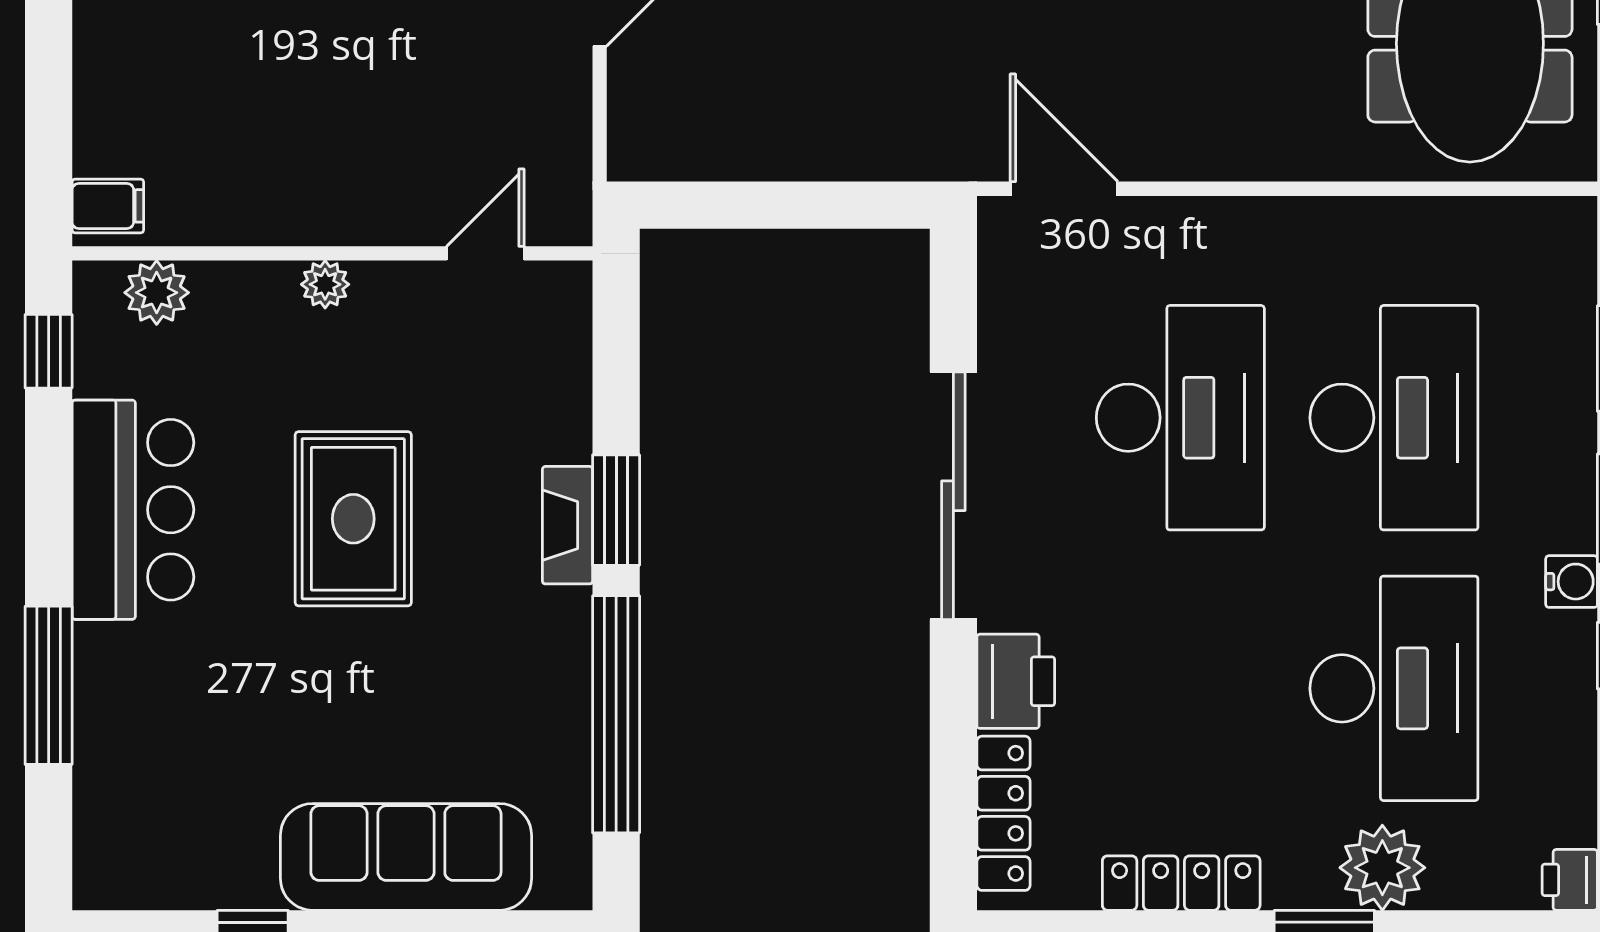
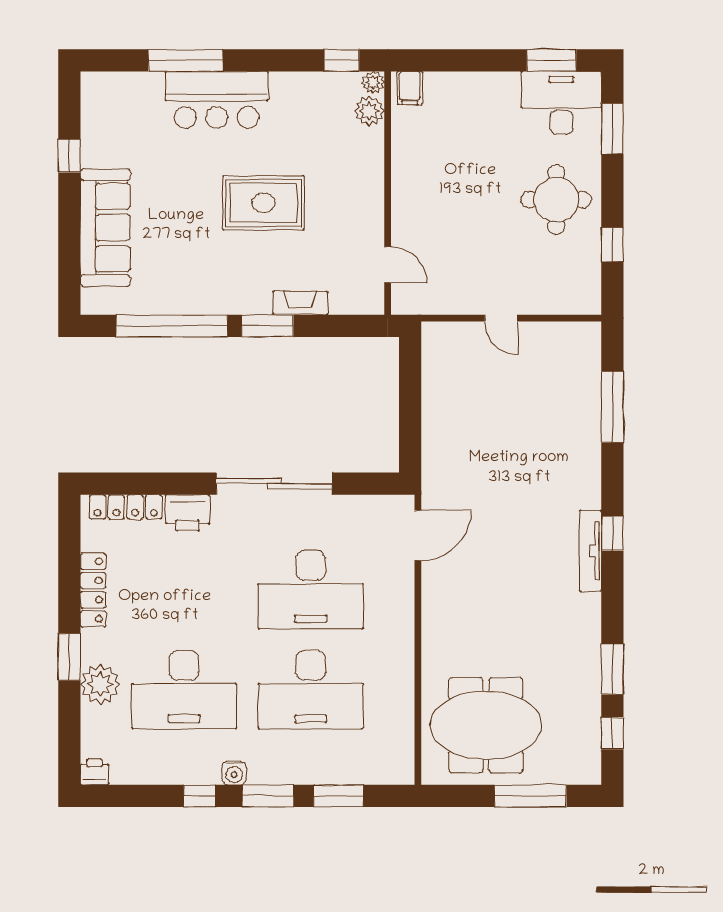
plant: (325, 284) -> (373, 82), moved
bar counter: (133, 510) -> (217, 100), moved
fireplace: (568, 525) -> (300, 303), moved

